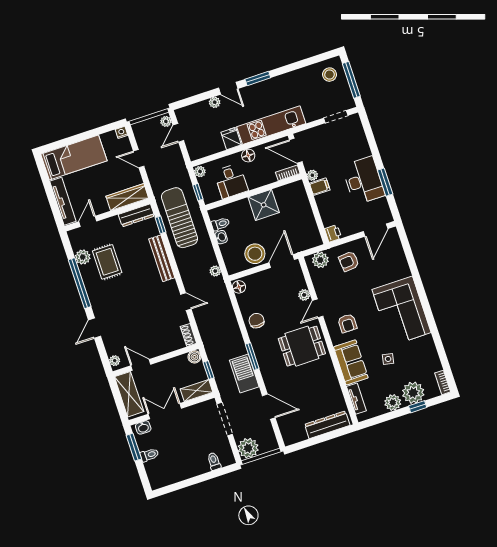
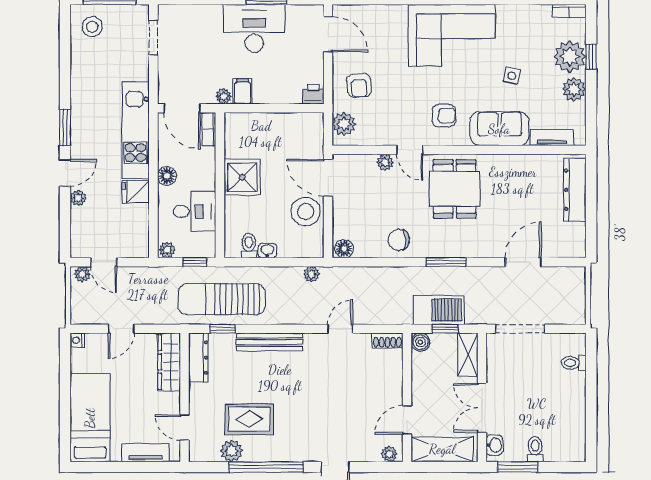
door: (296, 151) -> (182, 108), hinge flipped
tv unit: (63, 201) -> (145, 453), width x0.71
barbecue: (244, 373) -> (439, 310), moved, turned 180
plant: (248, 448) -> (571, 310), removed

